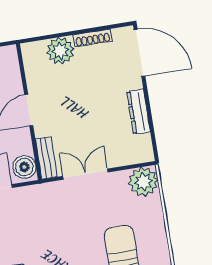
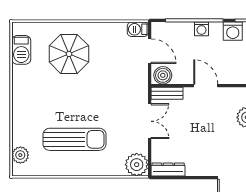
dresser: (138, 112) -> (168, 170), moved

